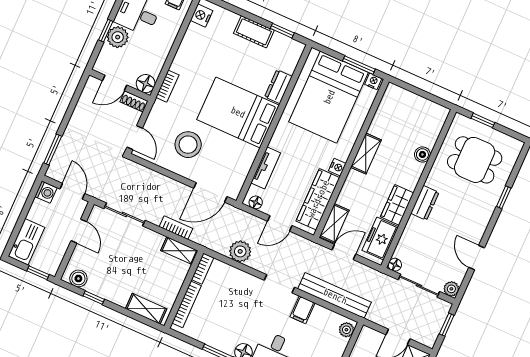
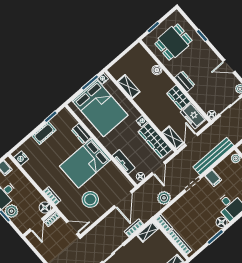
shelving: (366, 154) -> (129, 87), moved

